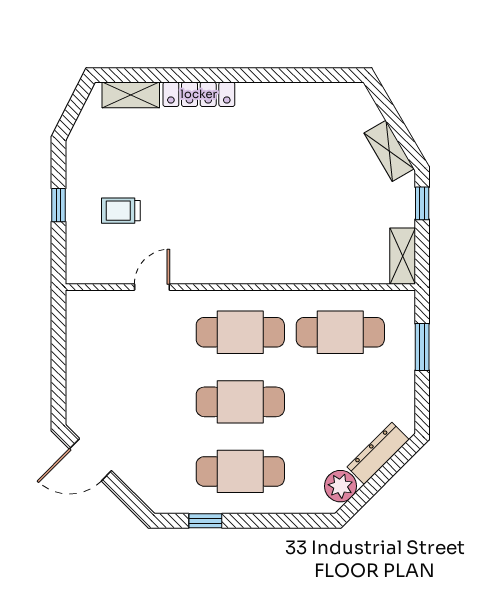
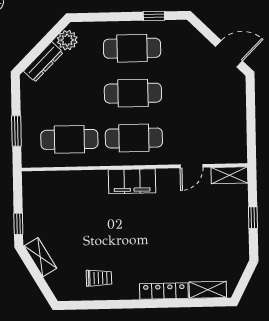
trolley: (121, 211) -> (99, 278), moved
shelving: (403, 256) -> (229, 175), moved, turned 90
filing cabinet: (245, 265) -> (132, 181), added

